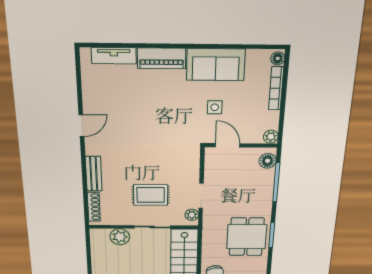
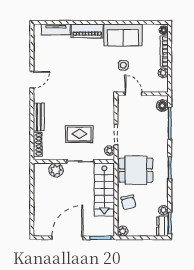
plant: (271, 137) -> (163, 73), moved
dining table: (247, 237) -> (136, 170), moved, turned 90

